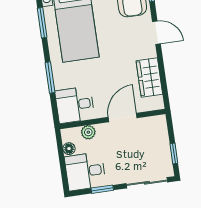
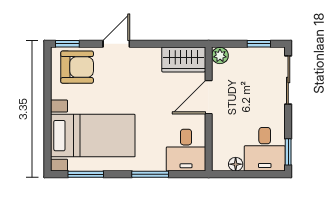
wardrobe: (149, 77) -> (184, 59), moved
door: (123, 117) -> (209, 97), hinge flipped
plant: (88, 132) -> (220, 56), moved
window: (102, 189) -> (288, 152), moved

